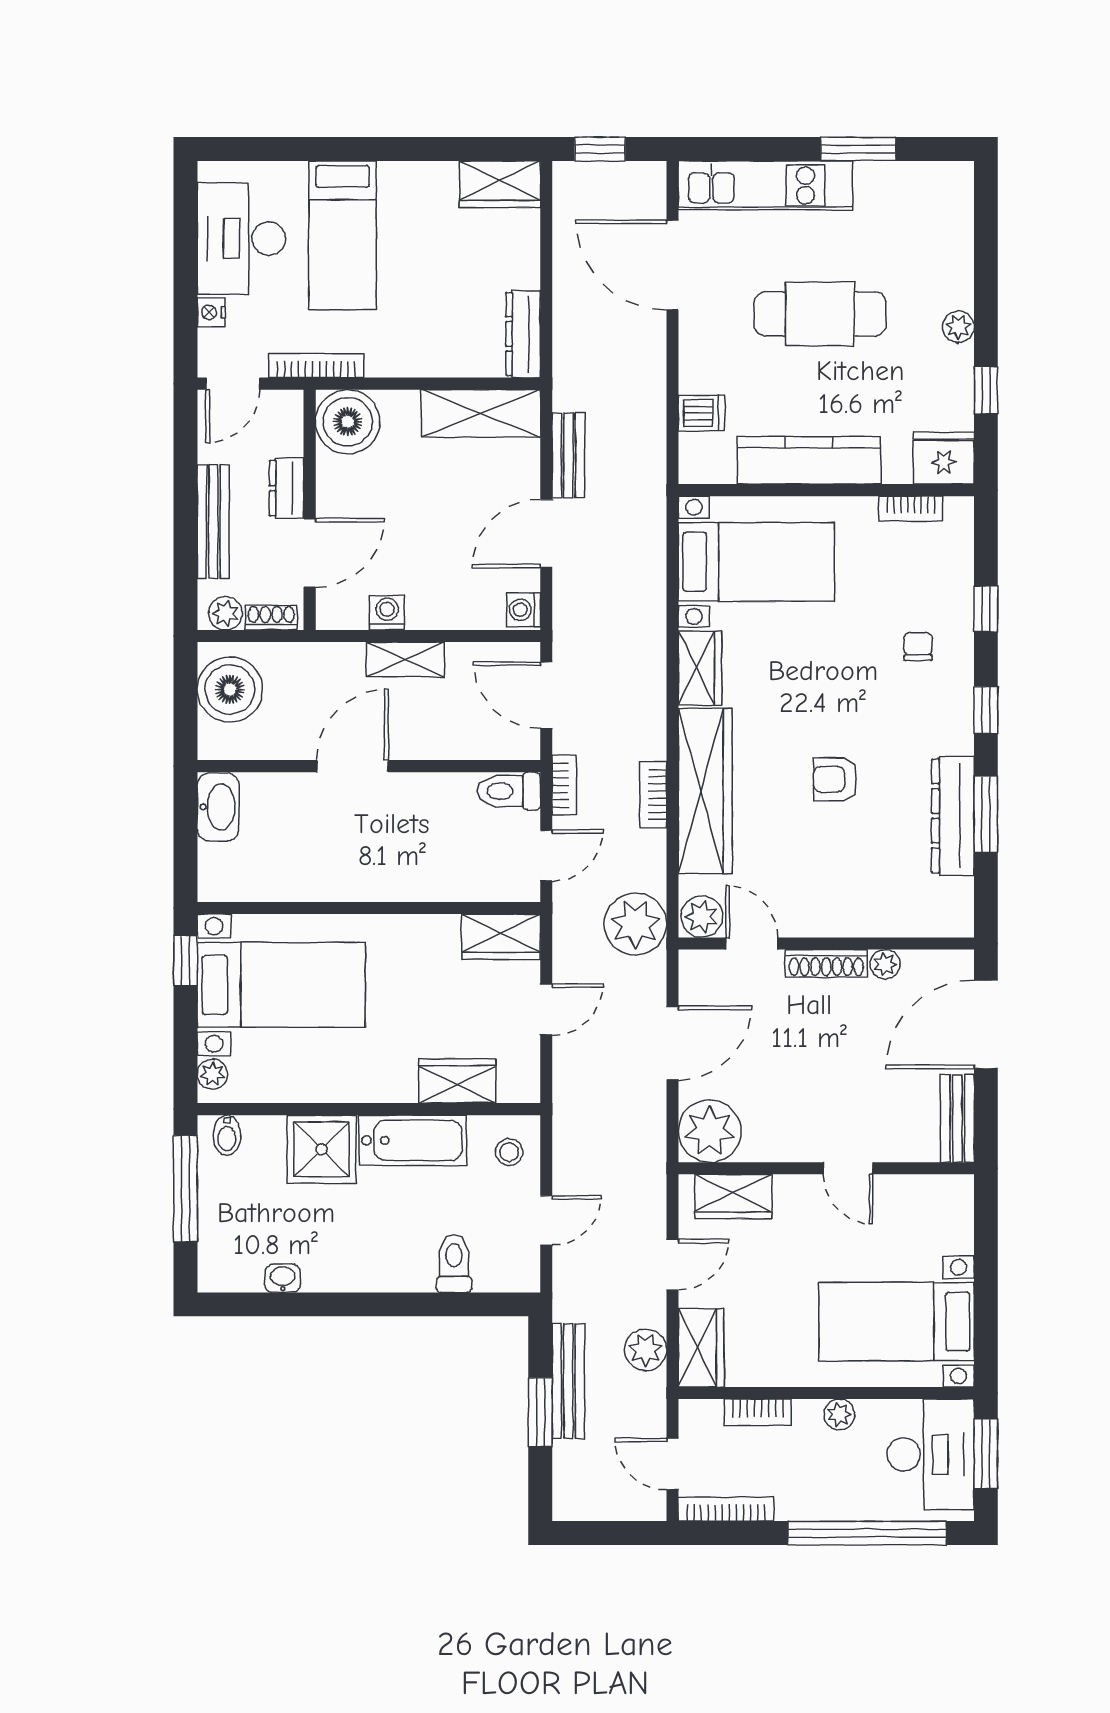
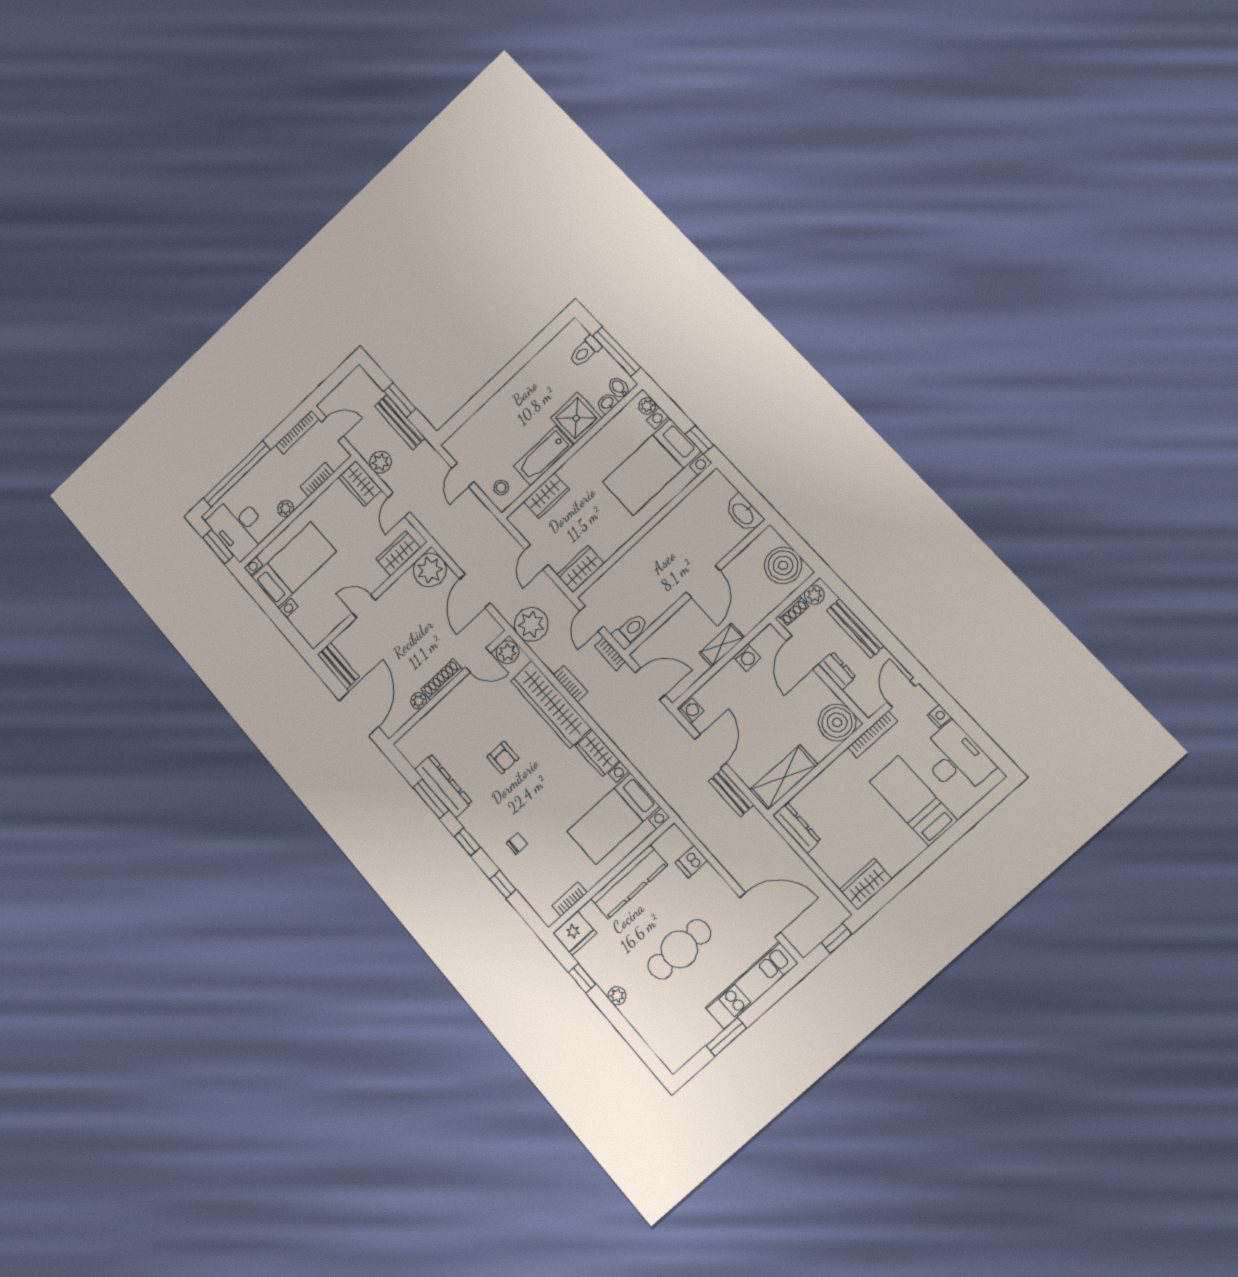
chair: (918, 646) -> (517, 843), turned -90
armchair: (835, 779) -> (503, 758), turned 90
toilet: (454, 1263) -> (585, 351), moved, turned 90
washbasin: (283, 1278) -> (607, 403), moved, turned 180

